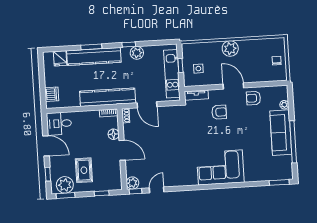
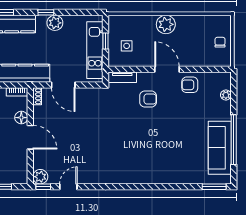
sofa: (281, 133) -> (220, 148), moved
corner sofa: (220, 167) -> (146, 165), removed

